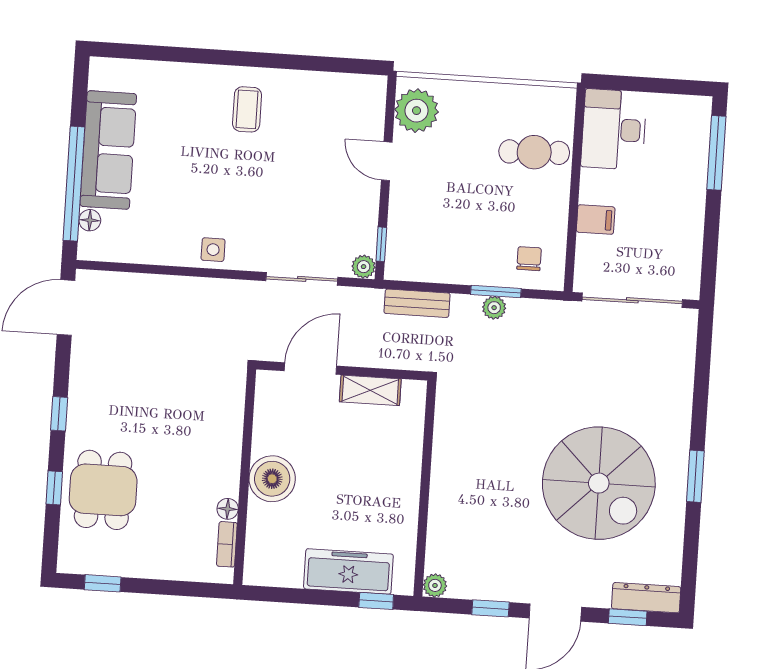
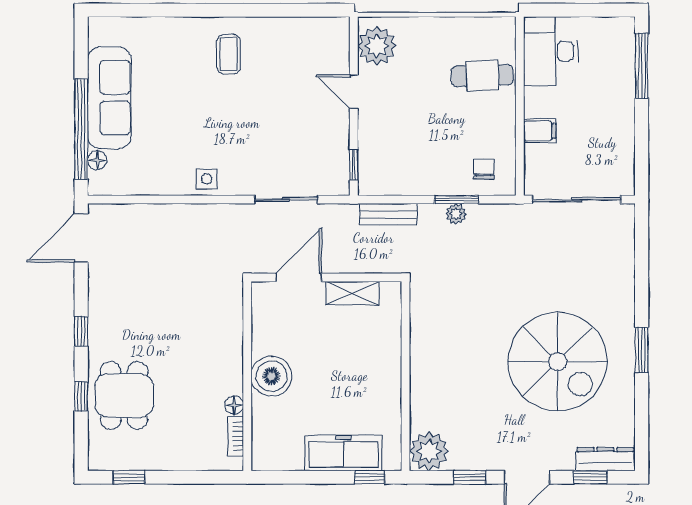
plant: (364, 267) -> (339, 185), removed
plant: (435, 585) -> (429, 451), width x1.87, depth x1.87

